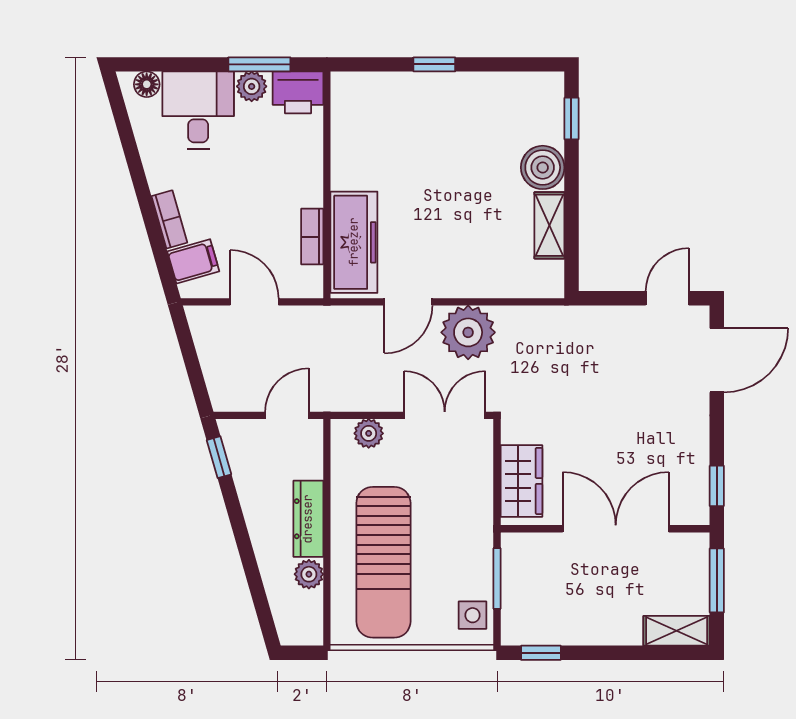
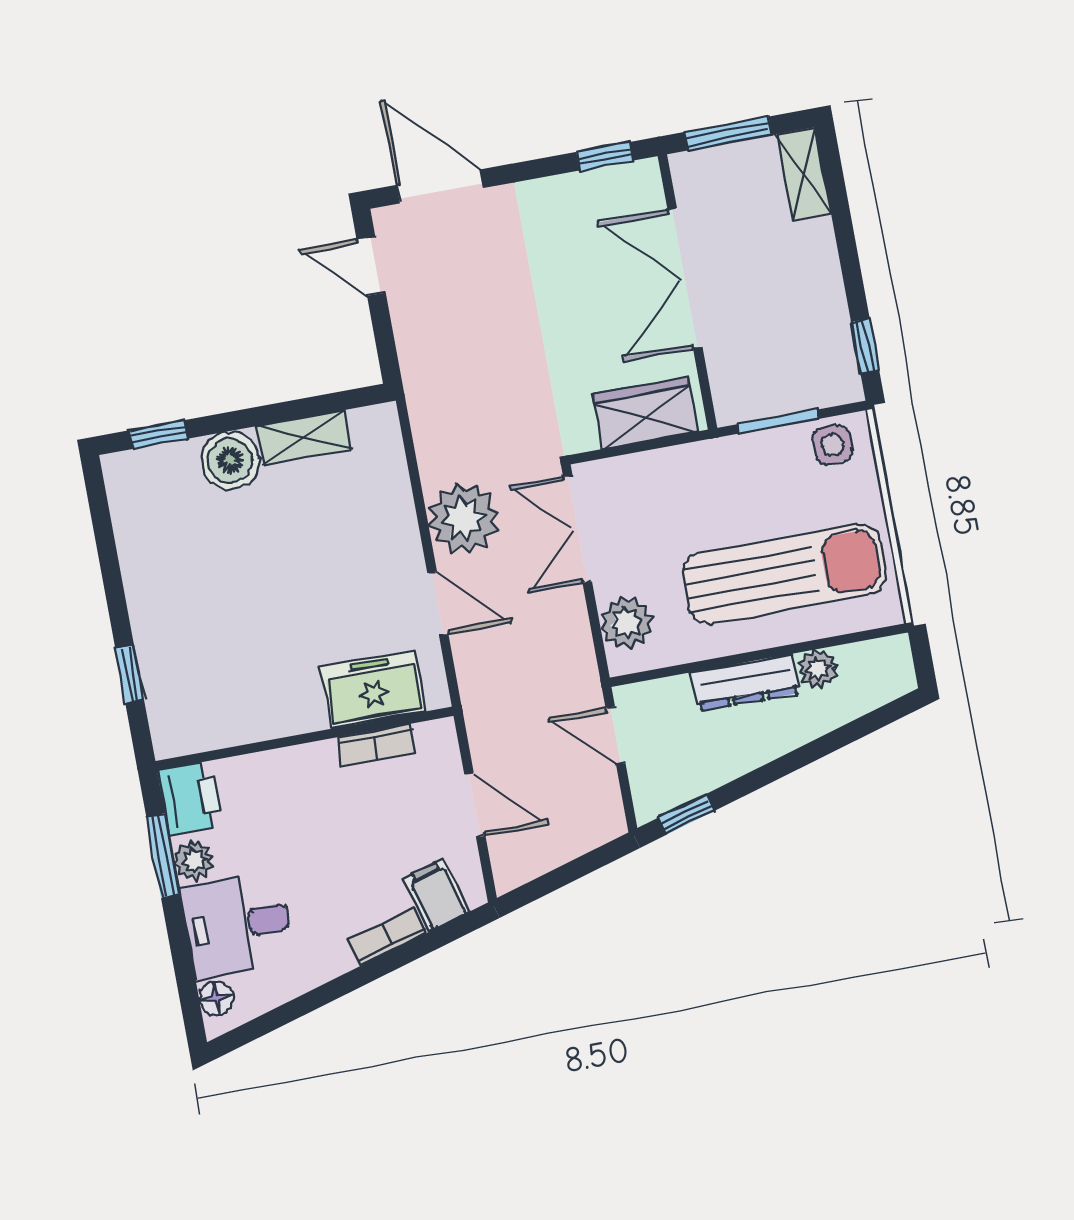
window: (434, 64) -> (130, 674), moved
freezer: (354, 242) -> (373, 689), width x0.71
door: (254, 302) -> (475, 805), swing flipped
plant: (369, 433) -> (627, 623), width x1.38, depth x1.38

